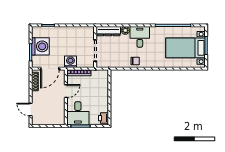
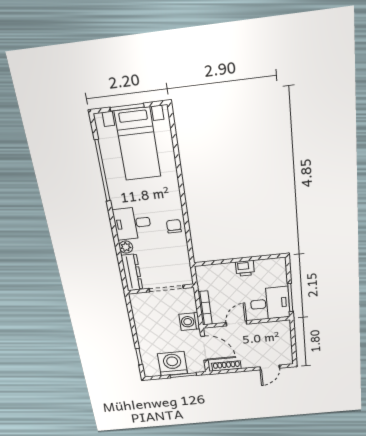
door: (66, 91) -> (236, 323), hinge flipped
printer: (103, 118) -> (245, 268), moved

